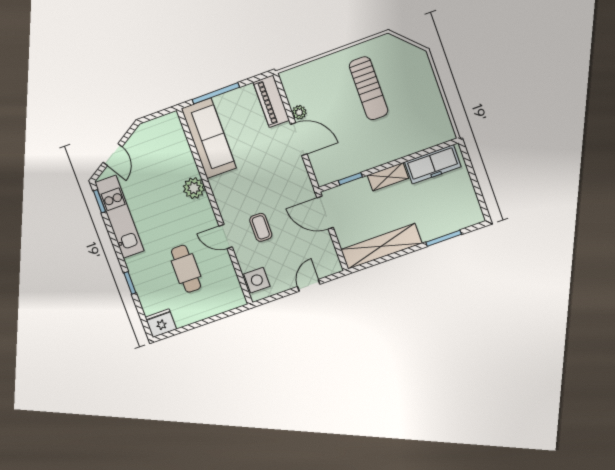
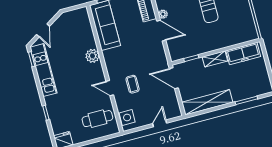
cafe table: (186, 269) -> (97, 119), moved, turned 90

